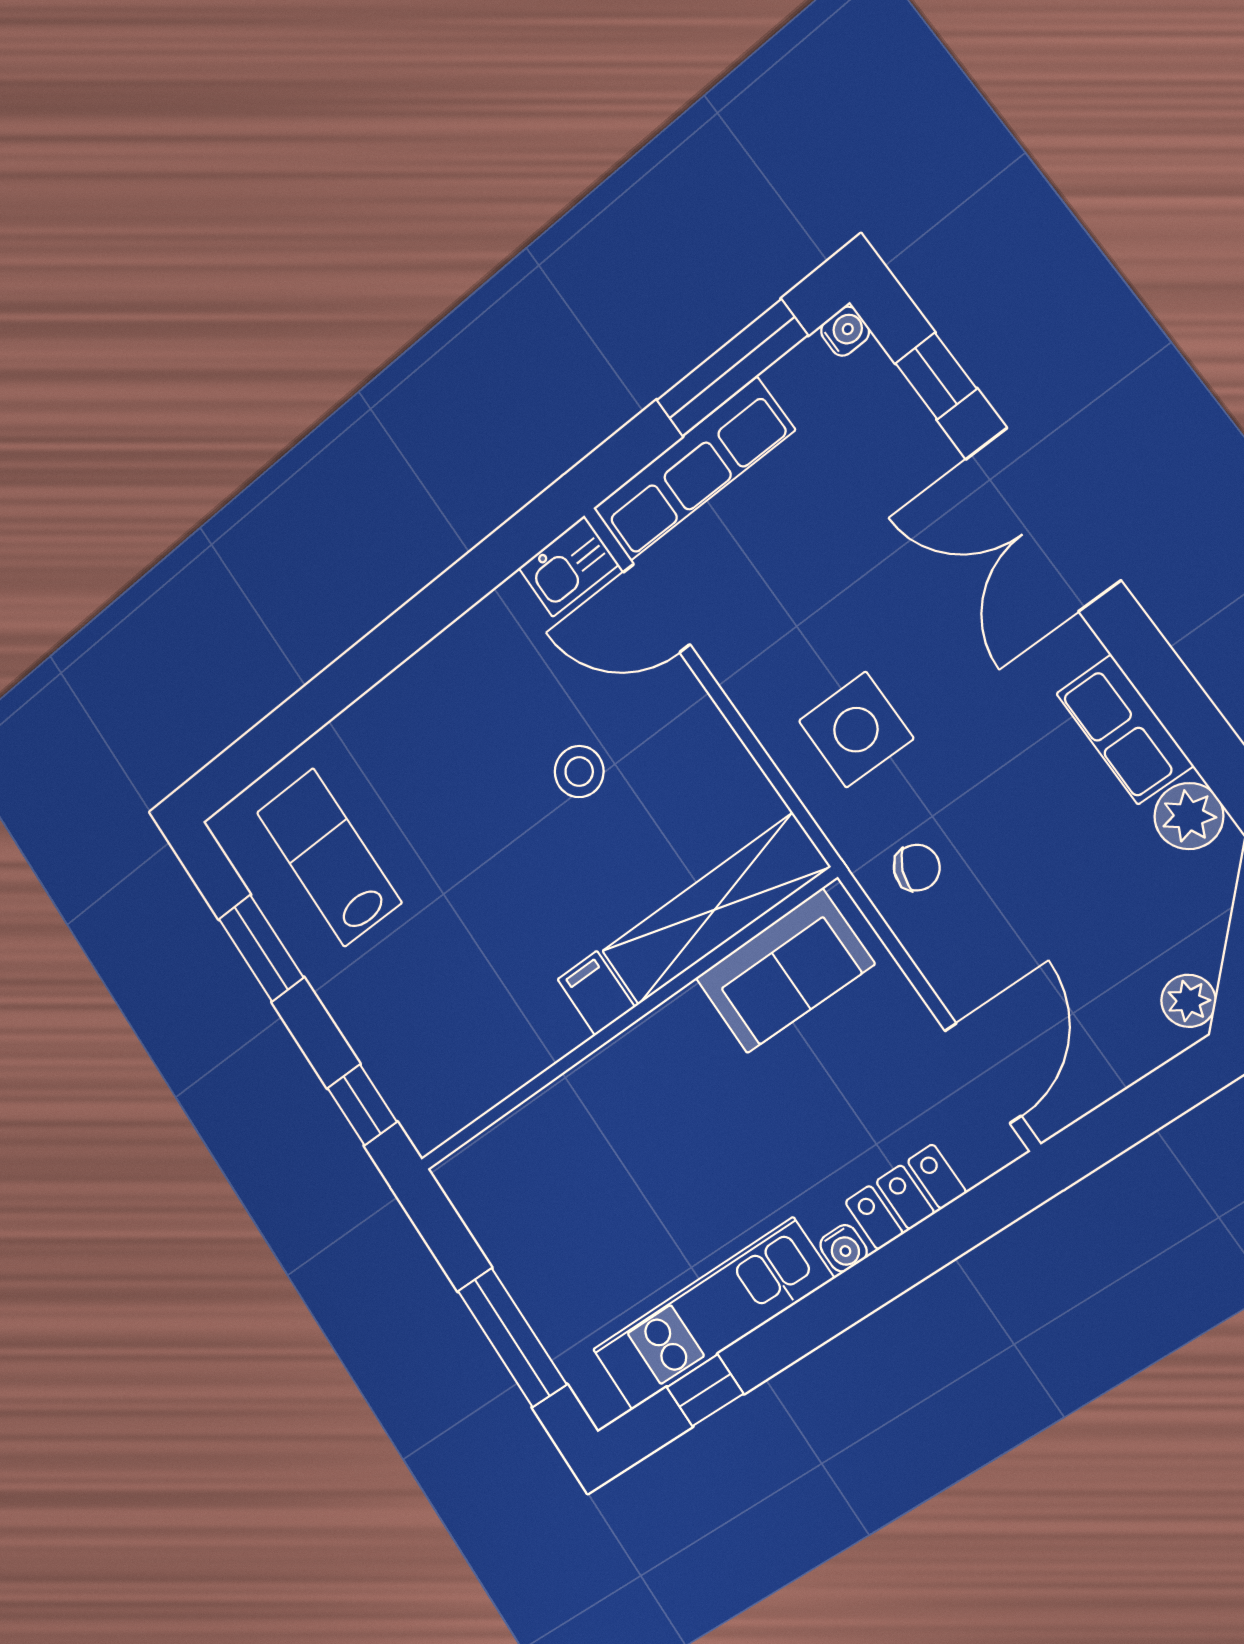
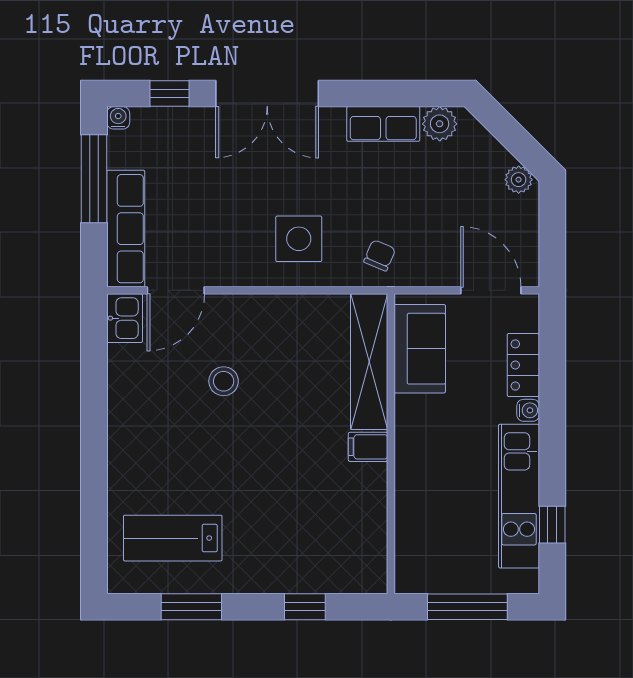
shelving: (715, 910) -> (369, 362), moved
sofa: (784, 971) -> (420, 349), moved
filing cabinet: (596, 993) -> (368, 447), moved
wall: (622, 1023) -> (391, 444), moved

